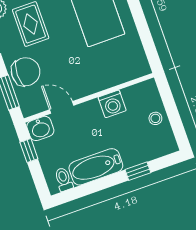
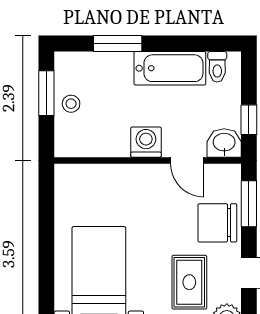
washing machine: (112, 104) -> (146, 142), moved
window: (175, 120) -> (46, 93), added
window: (138, 171) -> (118, 44), width x1.50

